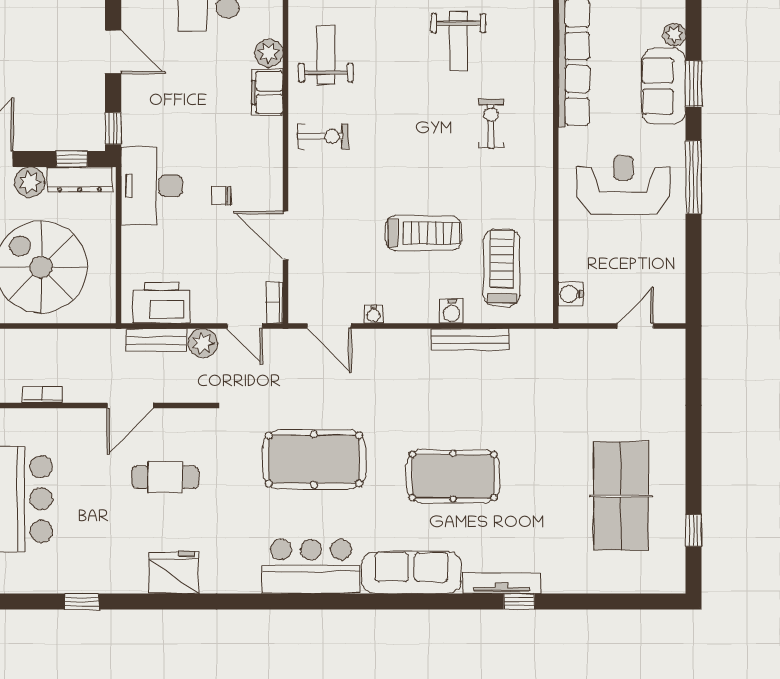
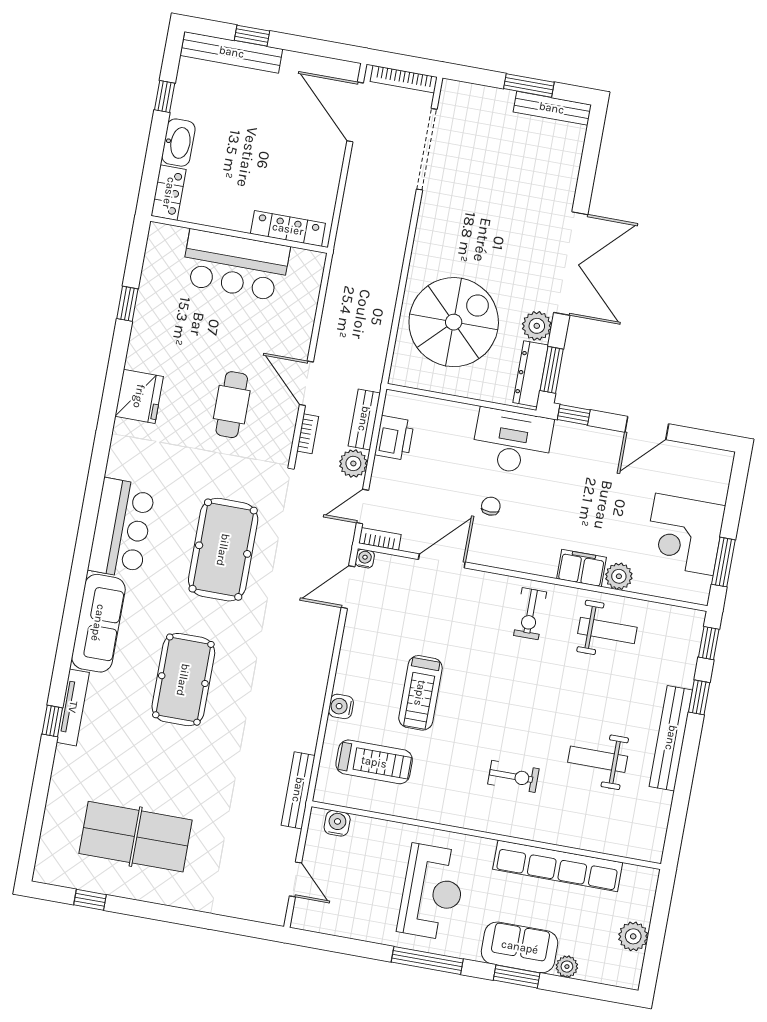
window: (72, 159) -> (552, 370), width x1.50
printer: (162, 303) -> (394, 438), width x0.73, depth x0.84
water cooler: (374, 314) -> (365, 559), moved, turned 90
bench: (470, 339) -> (298, 790), moved
bookcase: (42, 395) -> (308, 434), moved

